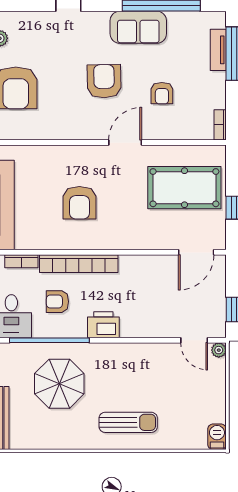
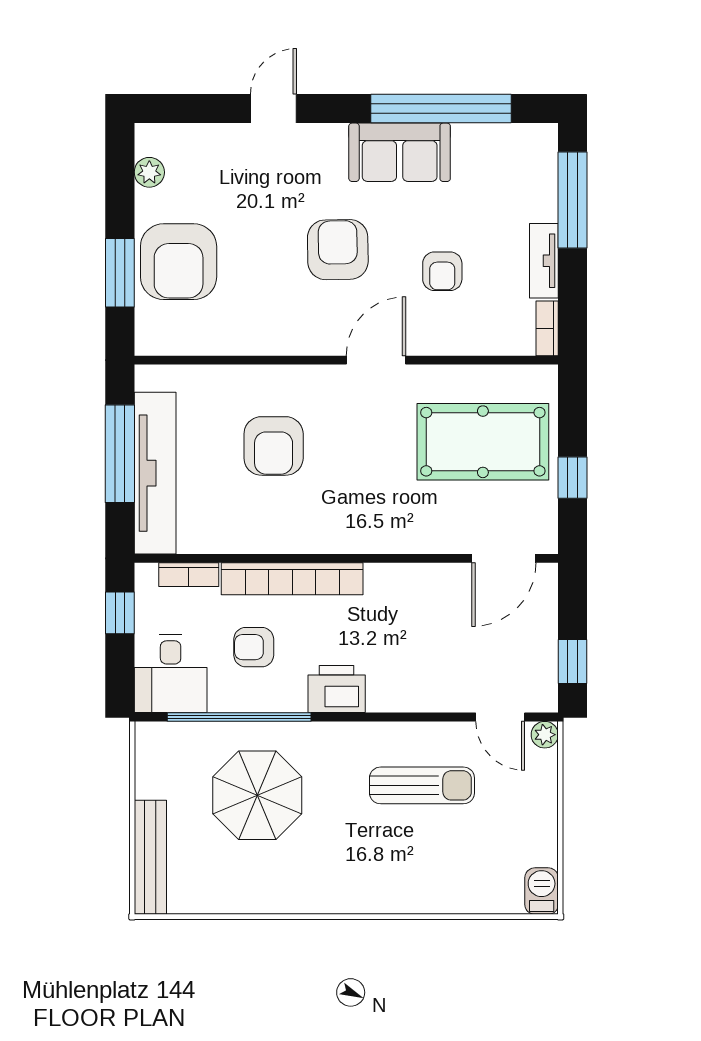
tv unit: (218, 50) -> (544, 261), moved
armchair: (79, 203) -> (274, 446), moved
sun lounger: (128, 422) -> (422, 785), moved

